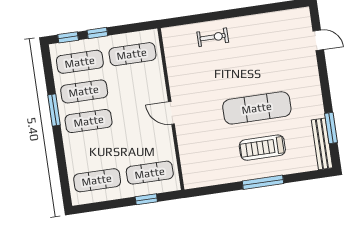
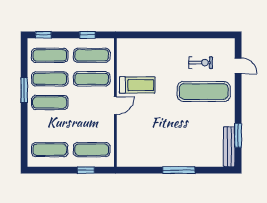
window: (97, 33) -> (87, 35), moved
exercise bike: (213, 37) -> (201, 63), moved
exercise mat: (137, 84) -> (92, 79), added
exercise mat: (257, 108) -> (204, 91), moved
door: (171, 113) -> (115, 106), swing flipped
treadmill: (262, 148) -> (137, 85), moved, turned 180

